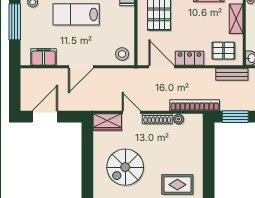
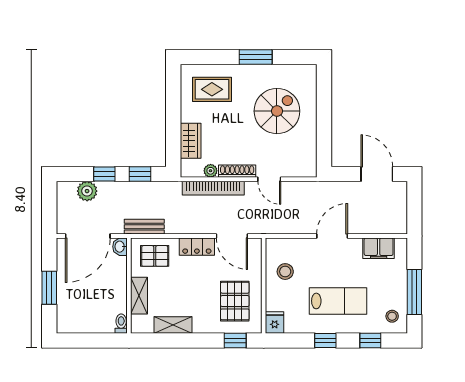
stool: (122, 54) -> (285, 272), moved
bookcase: (195, 105) -> (213, 188), moved
door: (45, 117) -> (377, 174), swing flipped
window: (235, 117) -> (140, 174), width x0.67
wardrobe: (107, 122) -> (191, 141), moved, turned 90

